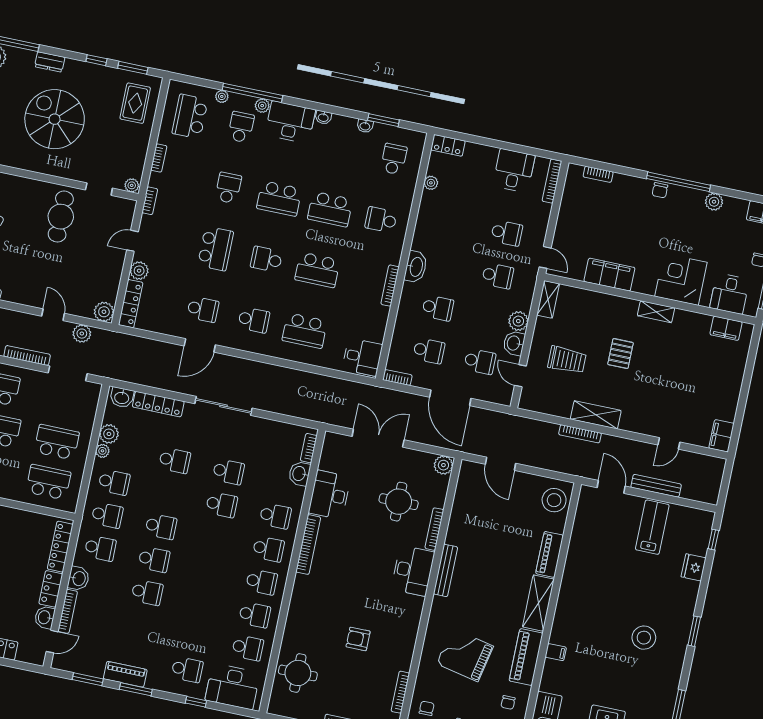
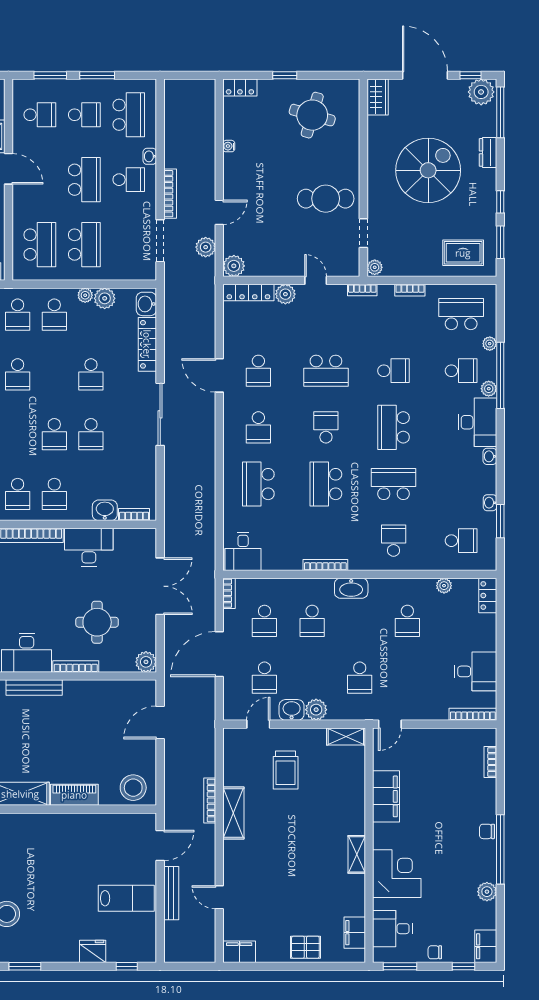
school desk: (330, 209) -> (394, 484), turned 90
school desk: (507, 233) -> (407, 621), moved
pallet: (620, 354) -> (305, 947), moved

